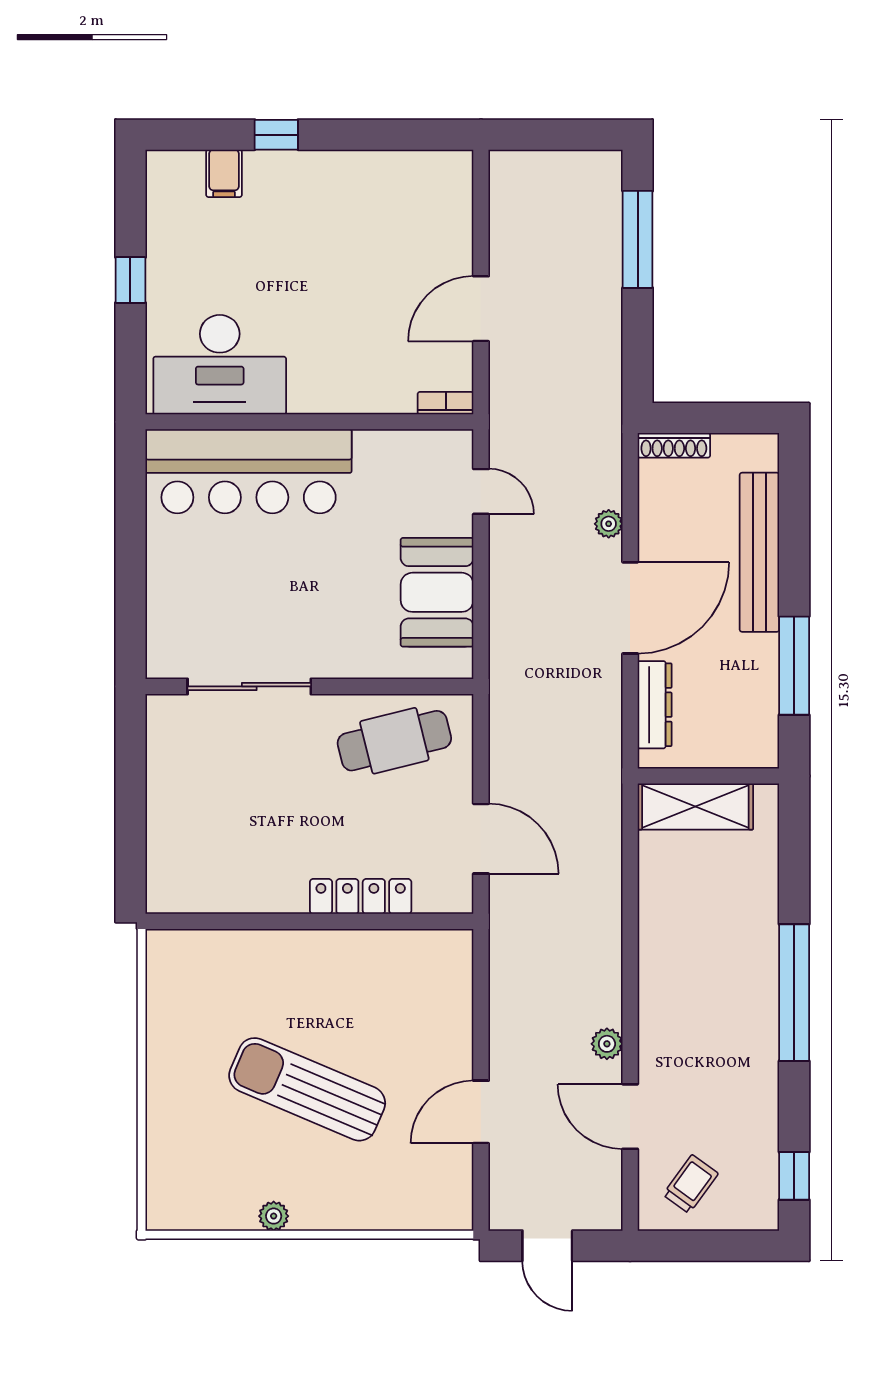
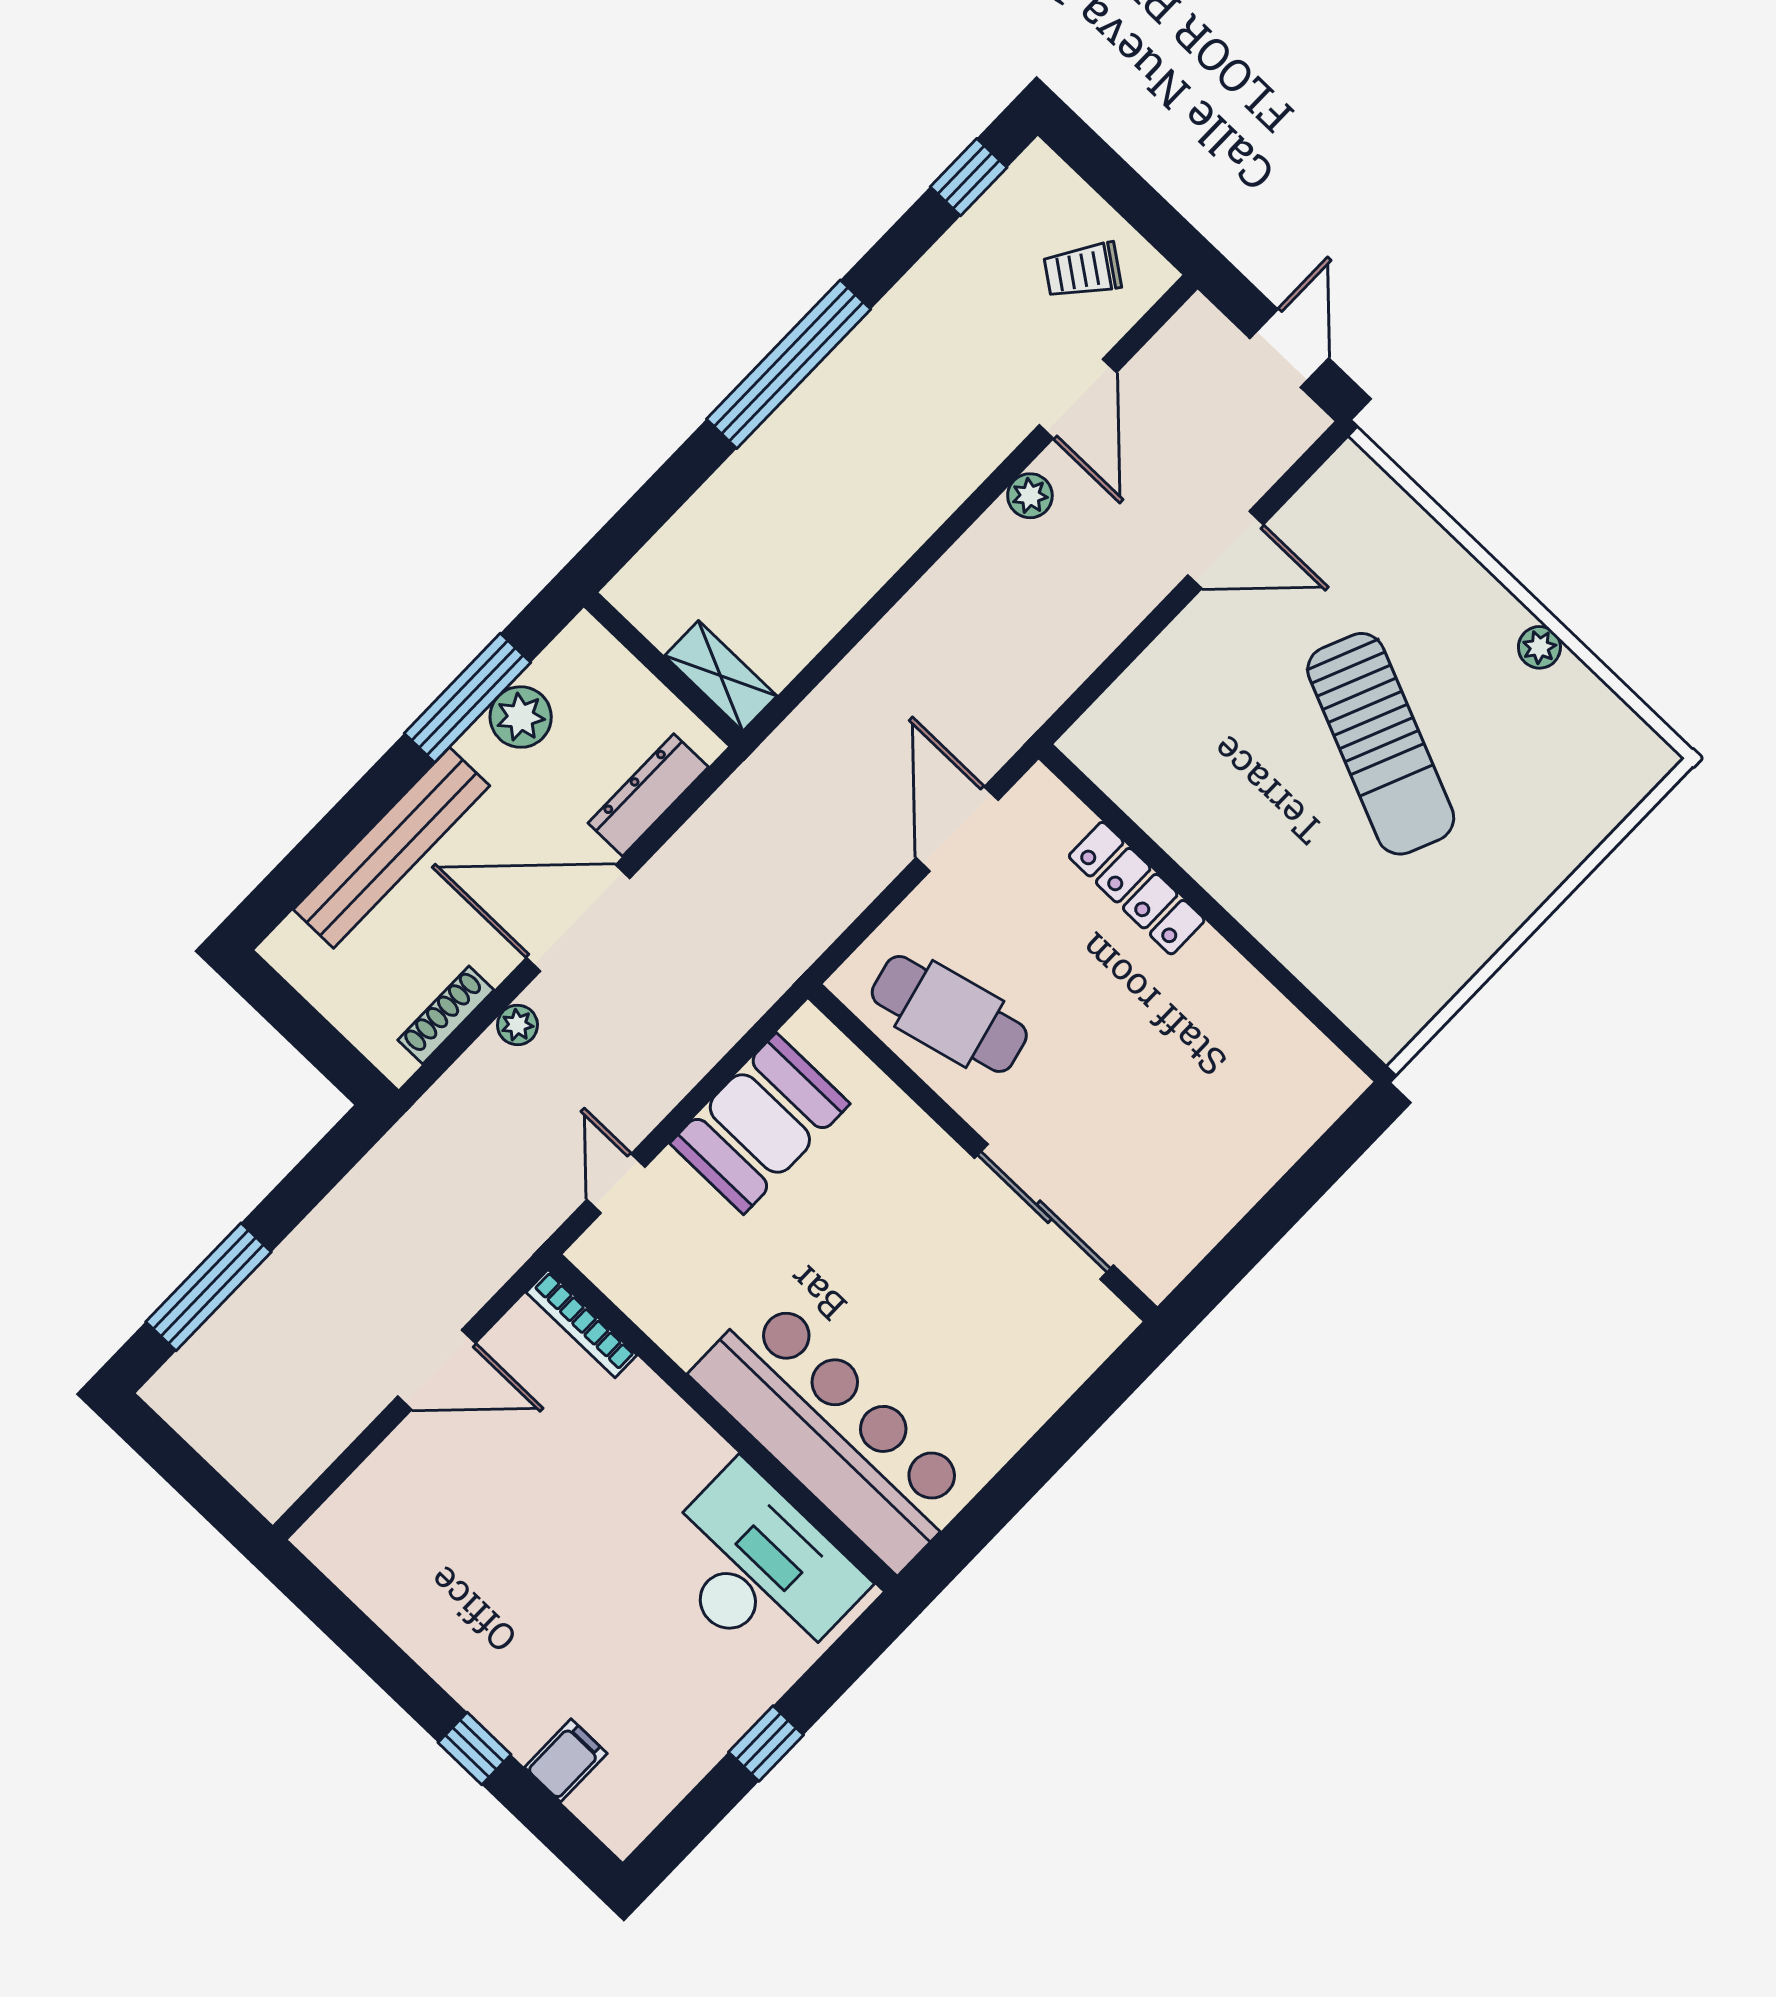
bookcase: (446, 403) -> (581, 1324), width x1.56
shoe rack: (674, 445) -> (446, 1015), moved, turned -90
plant: (758, 682) -> (521, 717), added
shelving: (695, 807) -> (721, 676), width x0.67, depth x0.75

